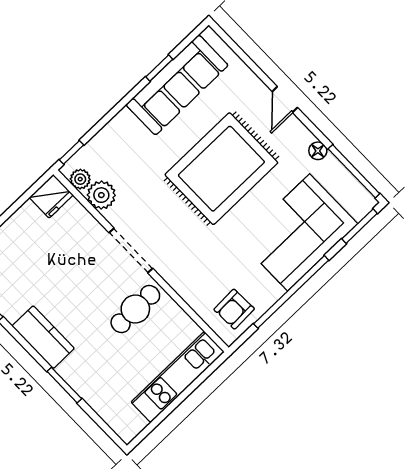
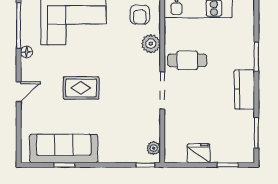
rug: (221, 169) -> (81, 88), width x0.54, depth x0.49
plant: (101, 195) -> (151, 44), moved
fridge: (51, 196) -> (199, 153), moved
armchair: (234, 309) -> (140, 15), turned 92

